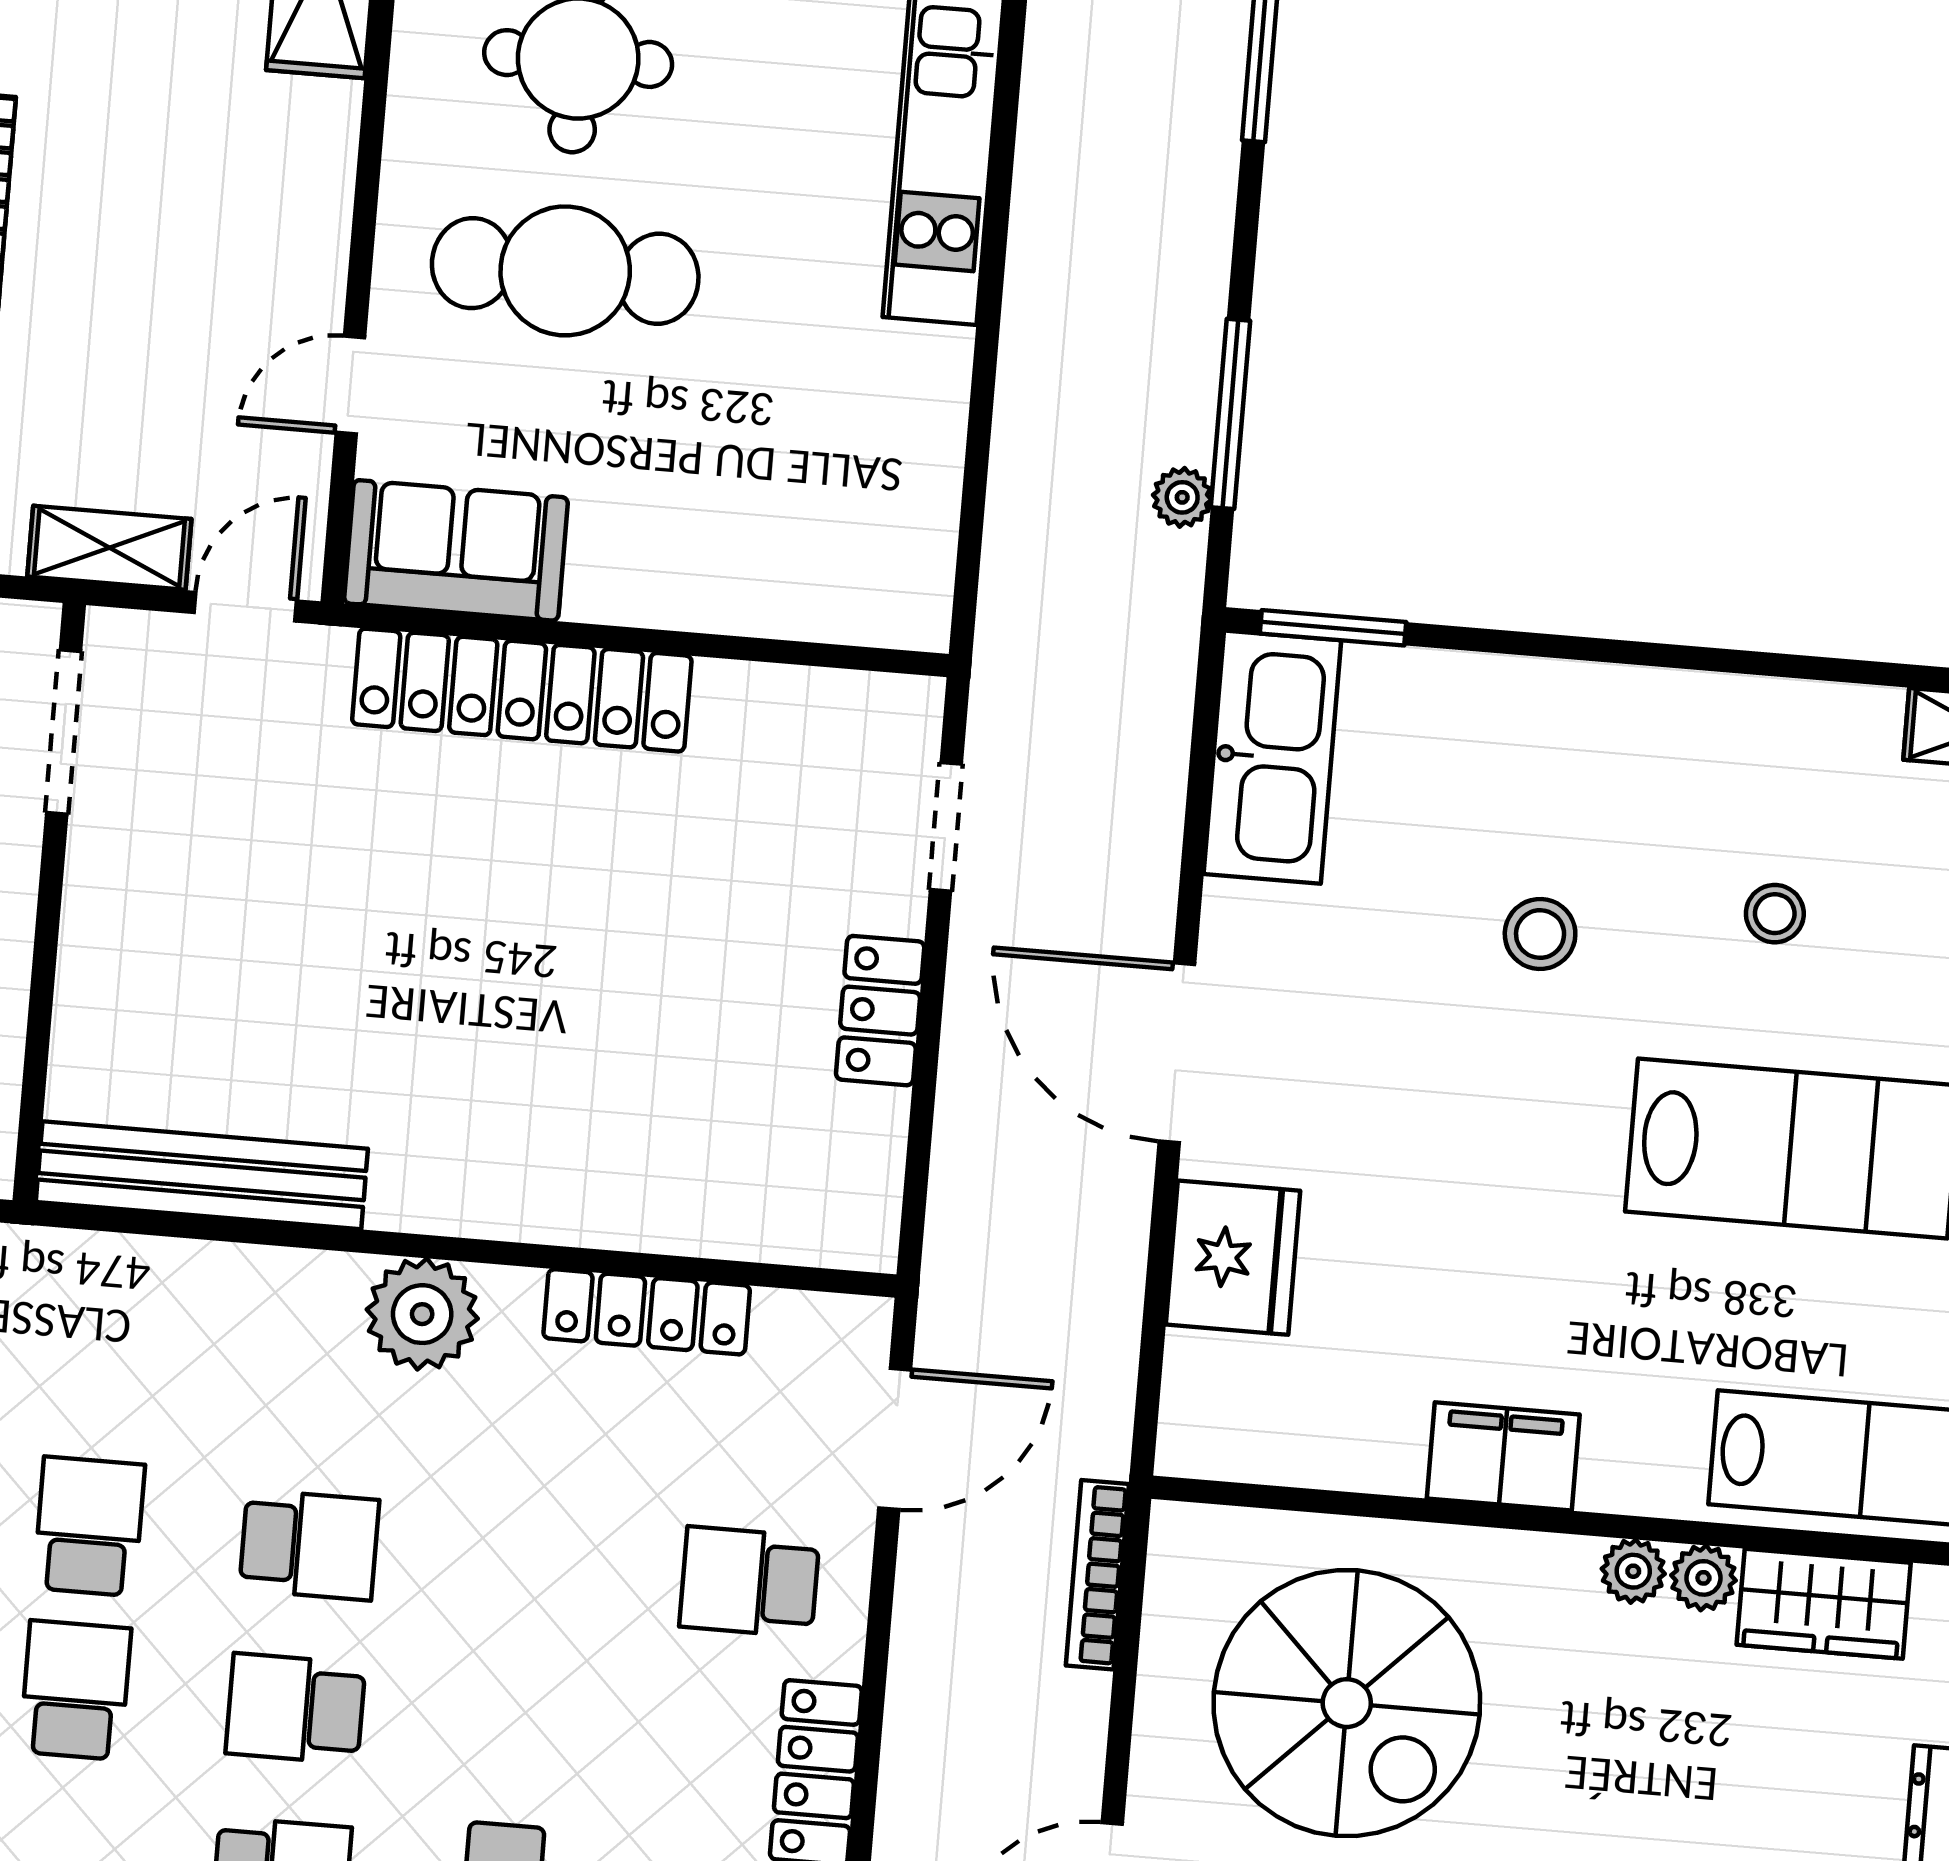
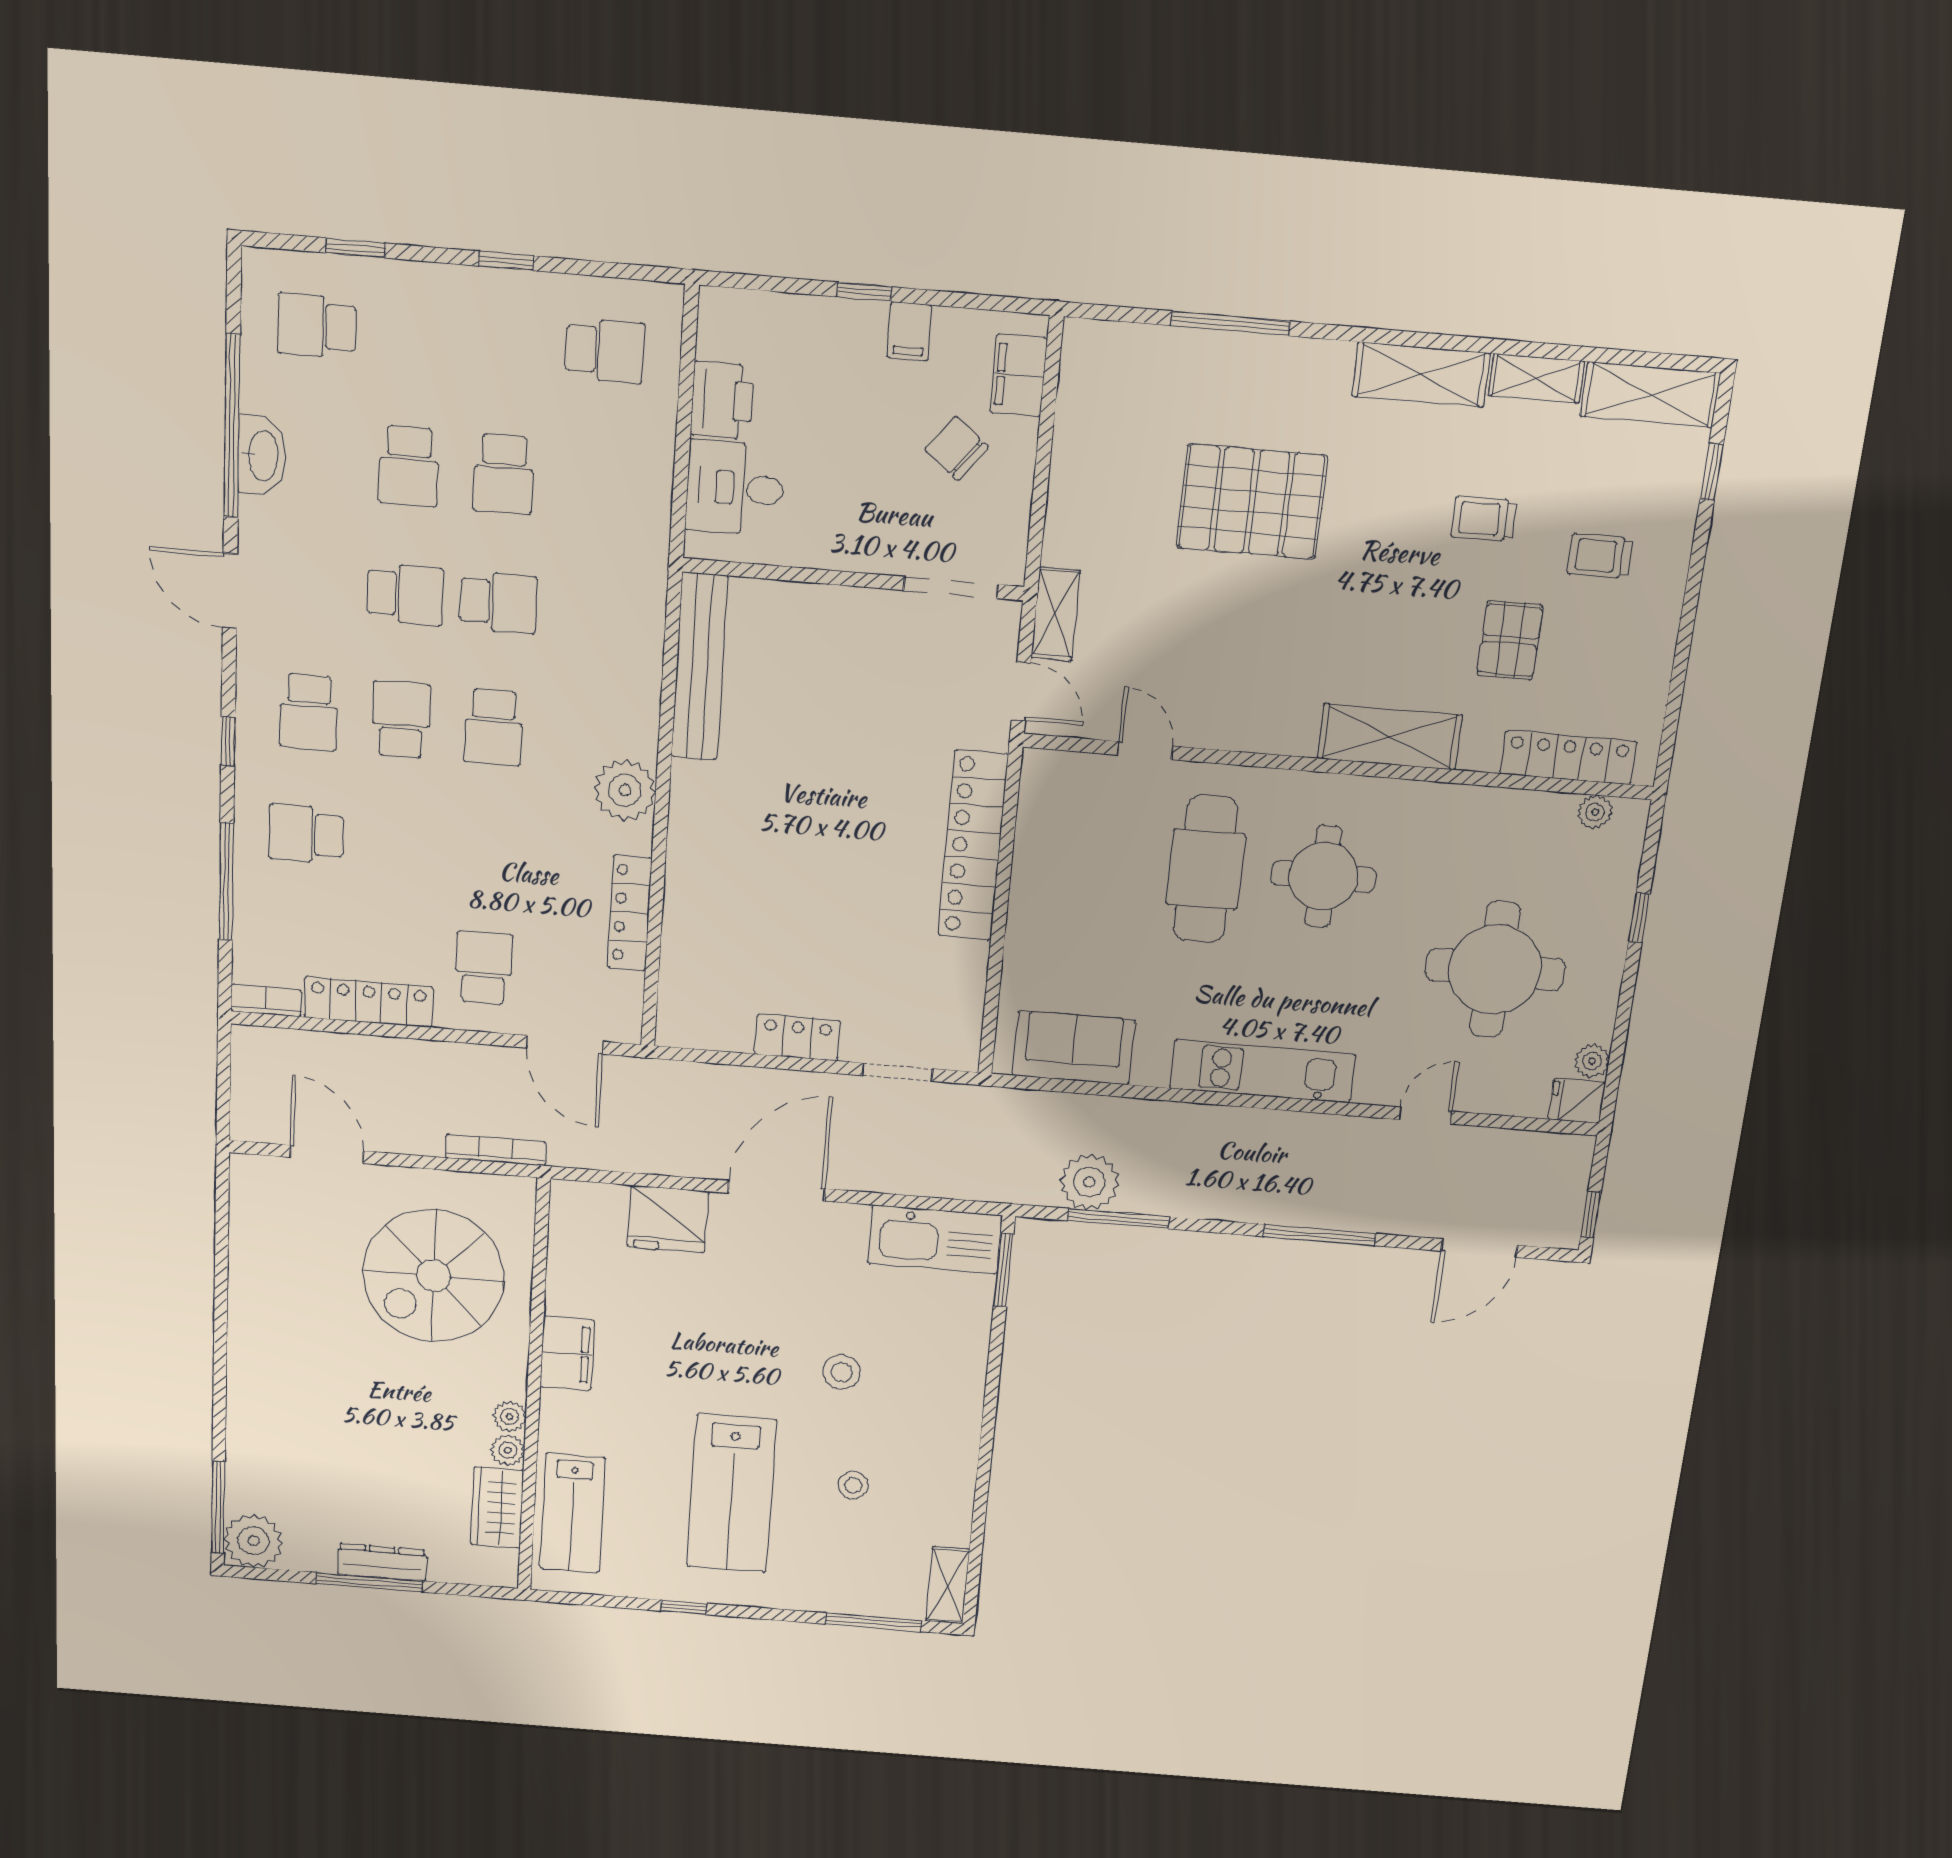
plant: (1182, 497) -> (1089, 1182), width x1.87, depth x1.87
sofa: (456, 550) -> (1074, 1048), moved, turned -90

